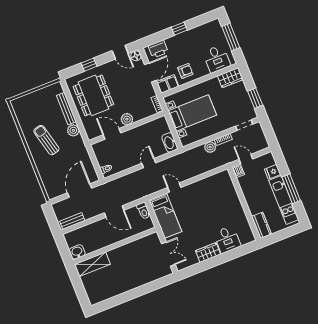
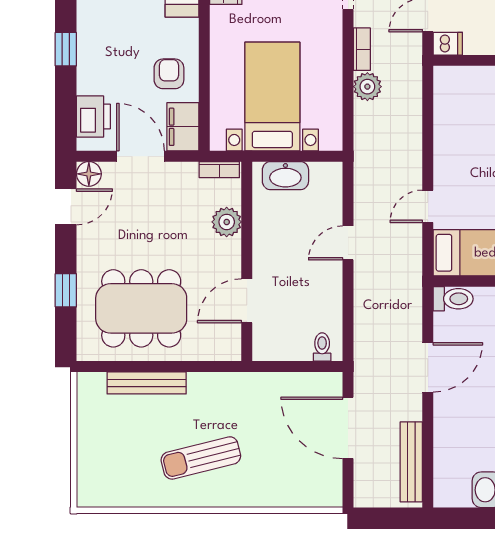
plant: (127, 119) -> (227, 222), moved
plant: (73, 130) -> (203, 387), removed
washbasin: (170, 142) -> (285, 176), moved
door: (149, 163) -> (348, 243), hinge flipped
bench: (72, 221) -> (411, 462), width x1.36

